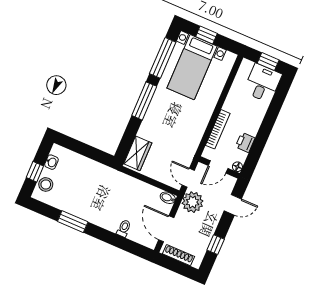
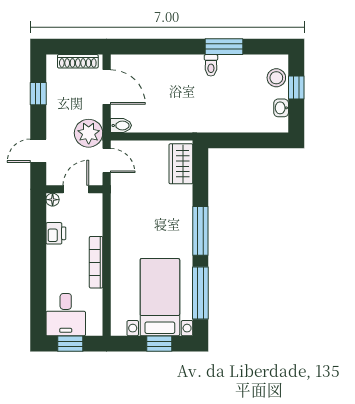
bookcase: (218, 129) -> (96, 262), moved
toilet: (124, 228) -> (211, 65), moved

